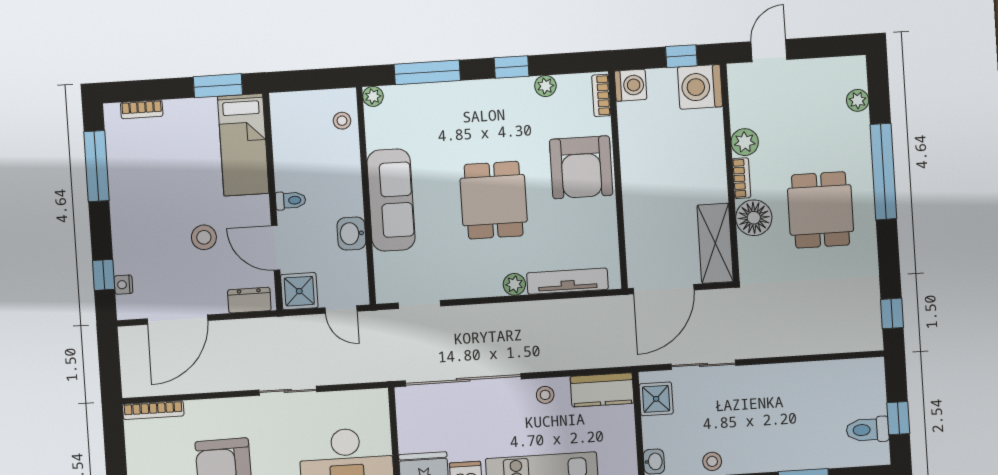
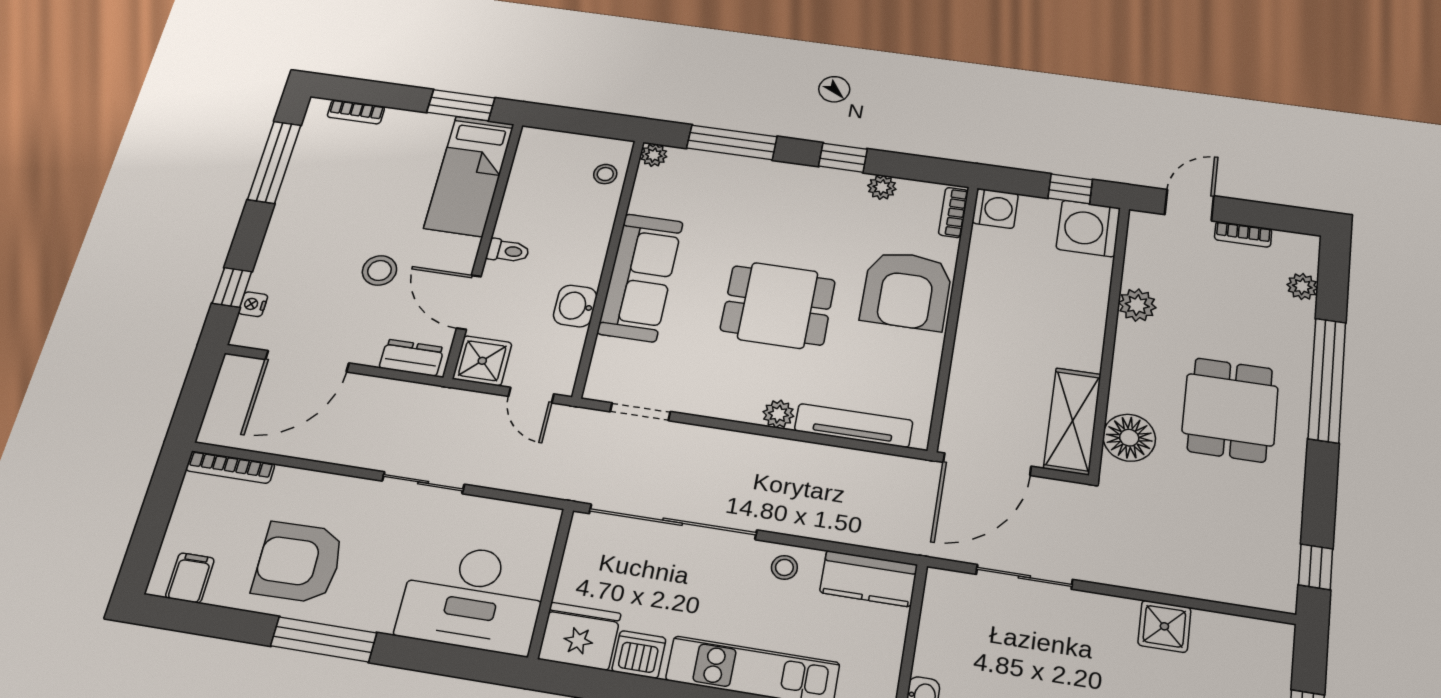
bookcase: (741, 178) -> (1243, 234), moved, turned 90
dining table: (494, 200) -> (778, 305), turned 90
floor lamp: (754, 218) -> (1129, 438), moved
shower: (656, 399) -> (1164, 626), moved

